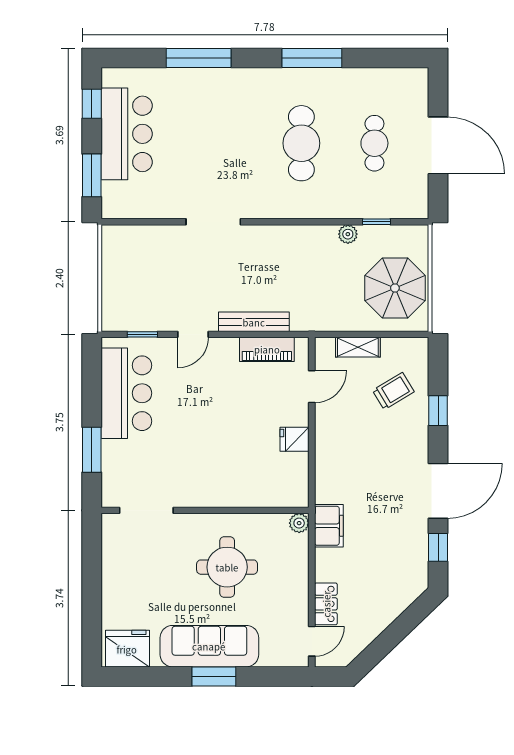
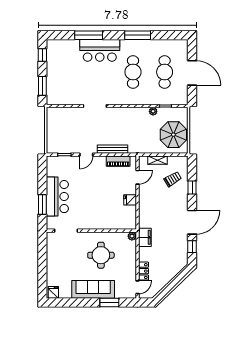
bar counter: (127, 134) -> (100, 50), moved, turned 90
cafe table: (374, 143) -> (165, 72), width x1.37, depth x1.35
bar counter: (126, 393) -> (57, 197), moved
fridge: (127, 649) -> (53, 292), width x0.53, depth x0.75
window: (214, 676) -> (109, 302), moved

